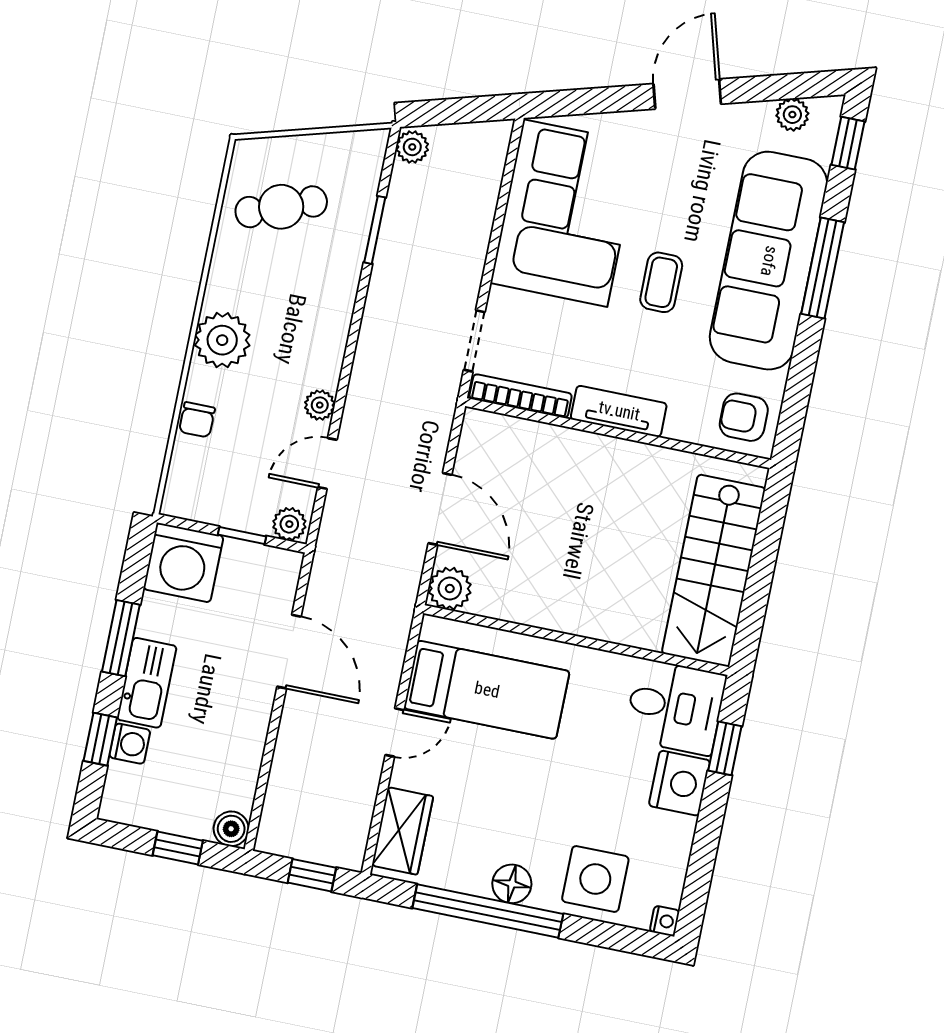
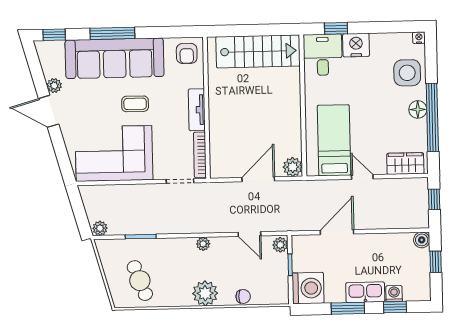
plant: (792, 115) -> (54, 86), moved
plant: (320, 405) -> (203, 244), moved

